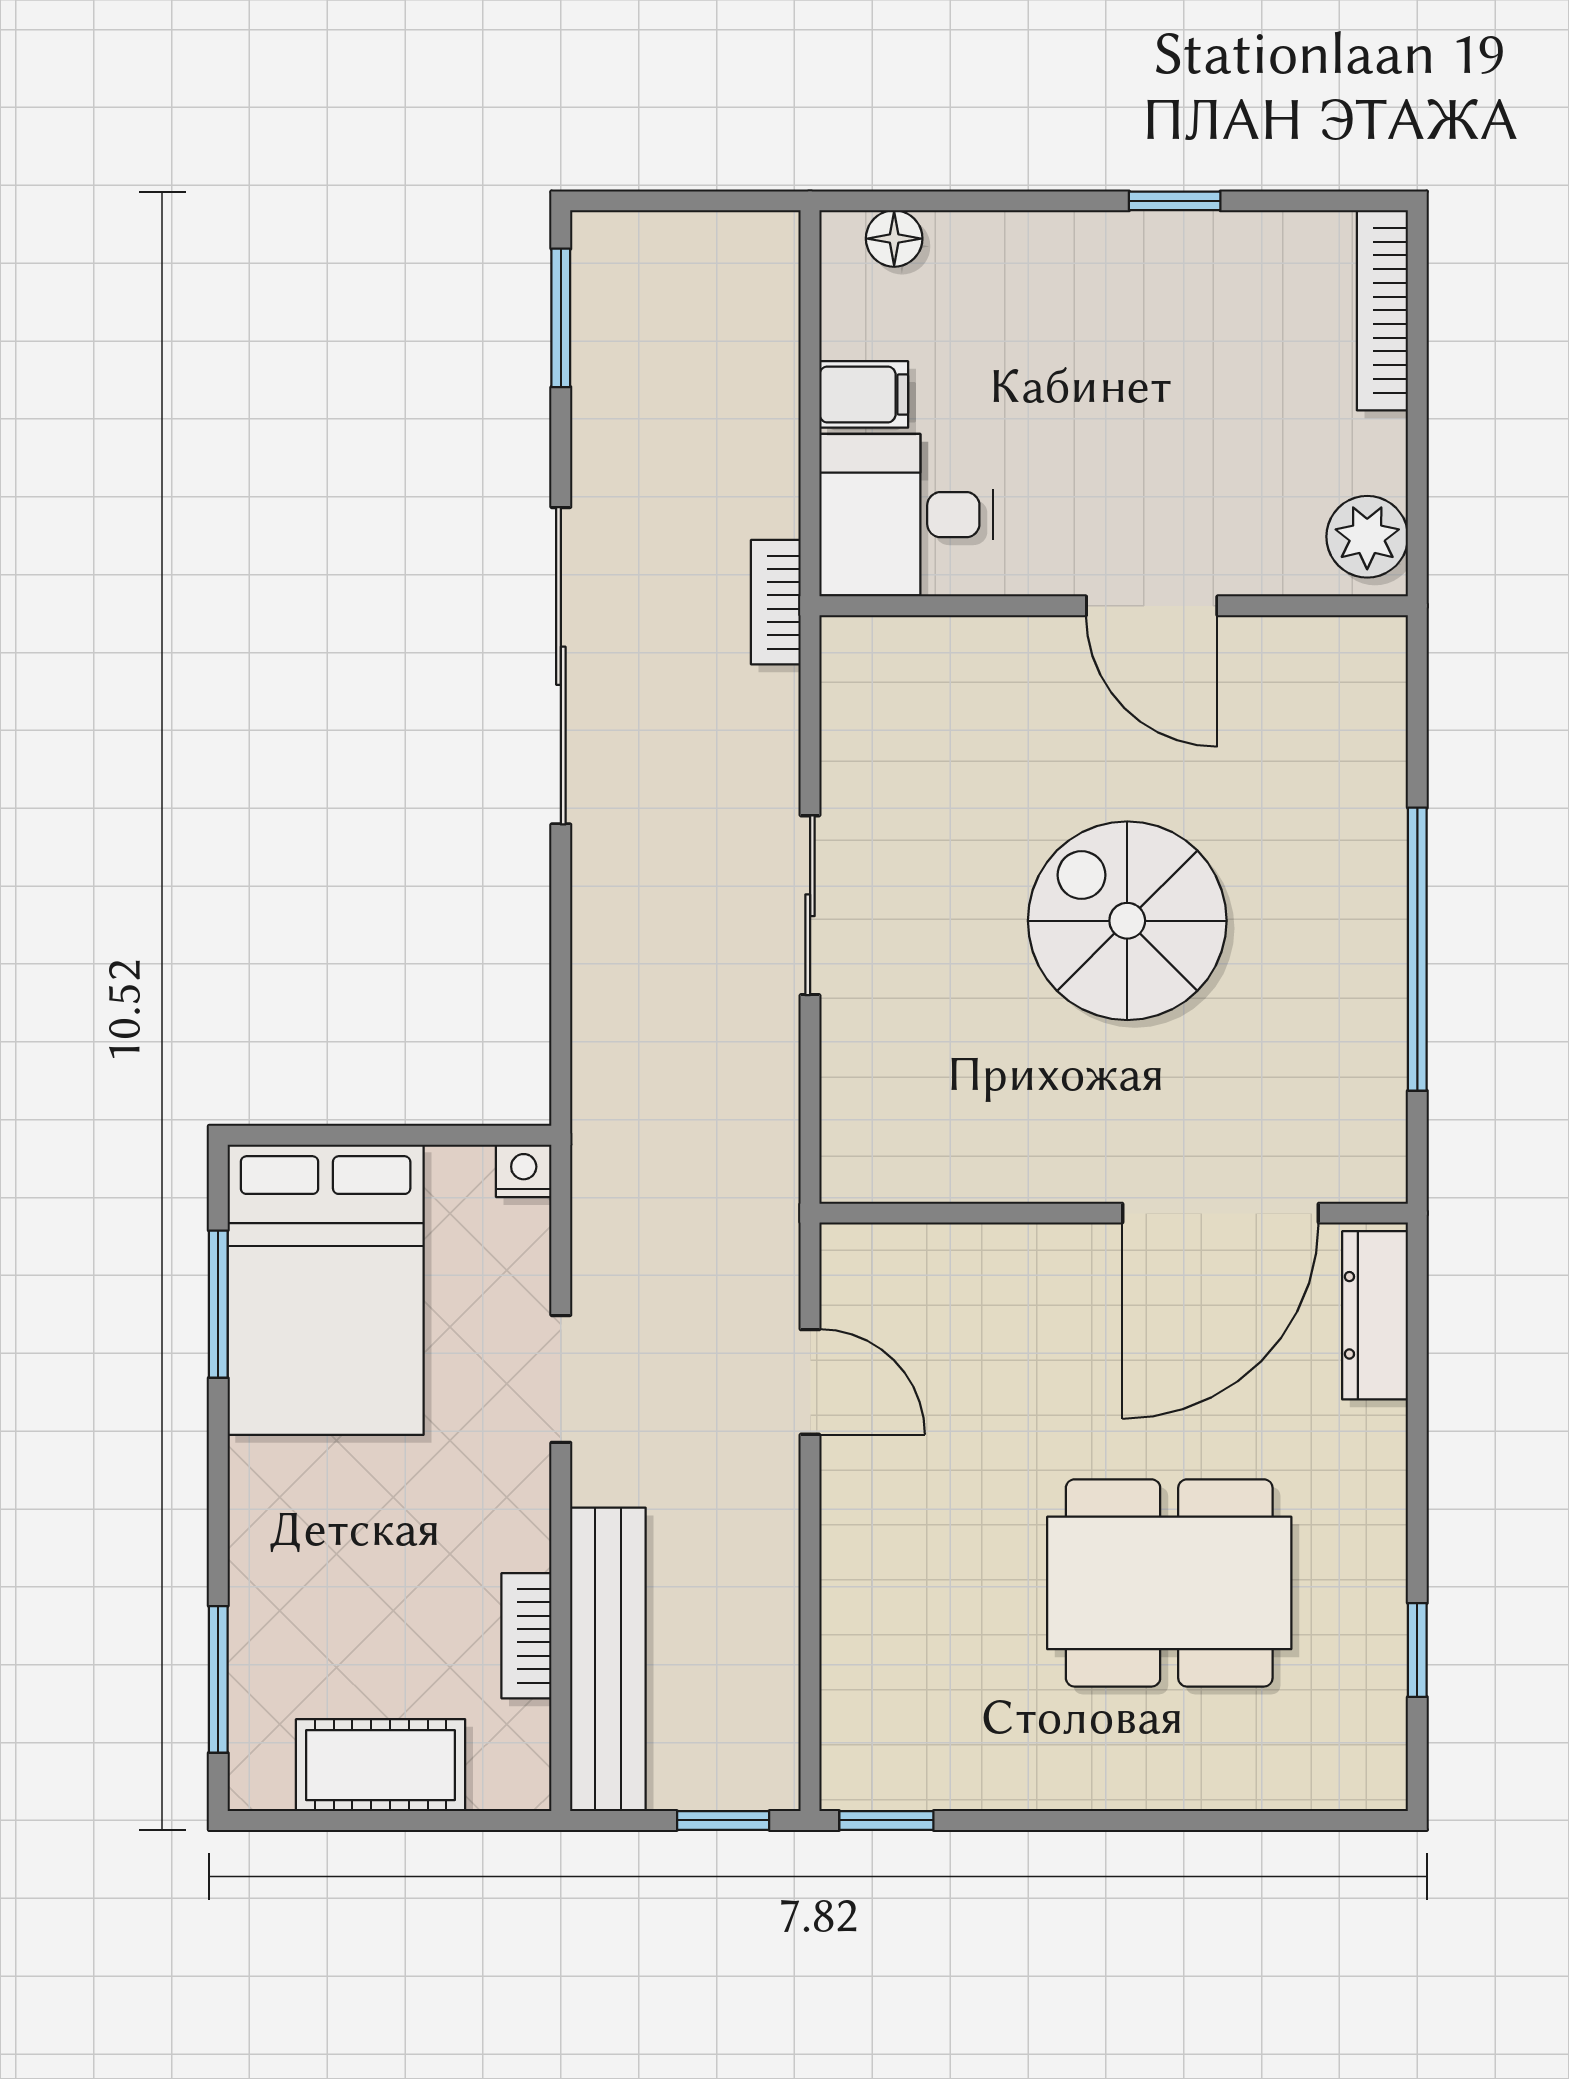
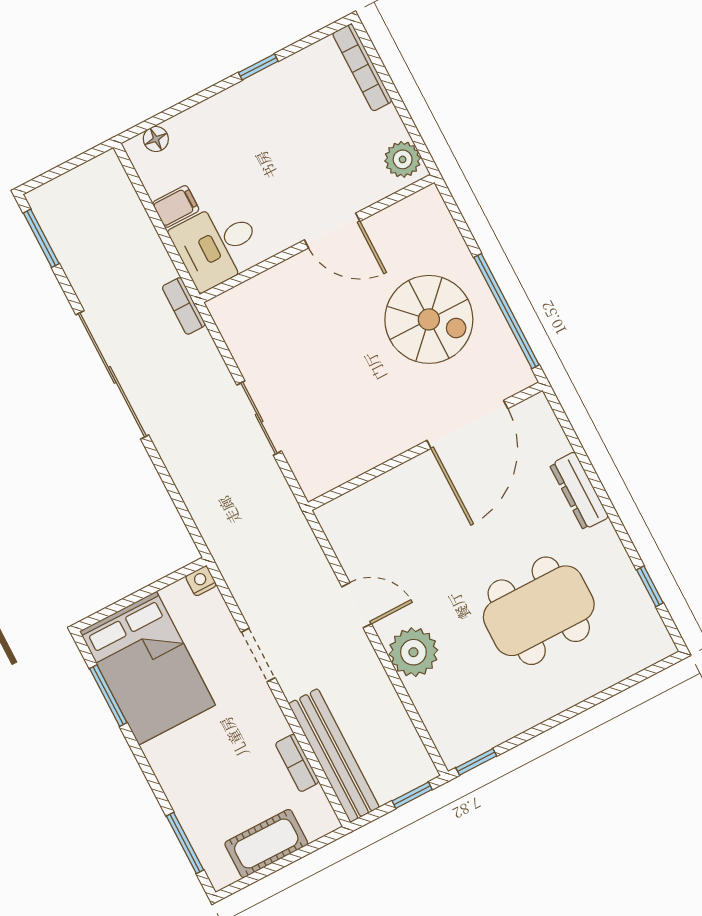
spiral stairs: (1127, 921) -> (429, 319), moved, turned 180
wall: (1114, 1213) -> (425, 446), moved
door: (1220, 1213) -> (467, 424), moved
dresser: (1375, 1315) -> (579, 491), moved
plant: (875, 1535) -> (413, 652), added

